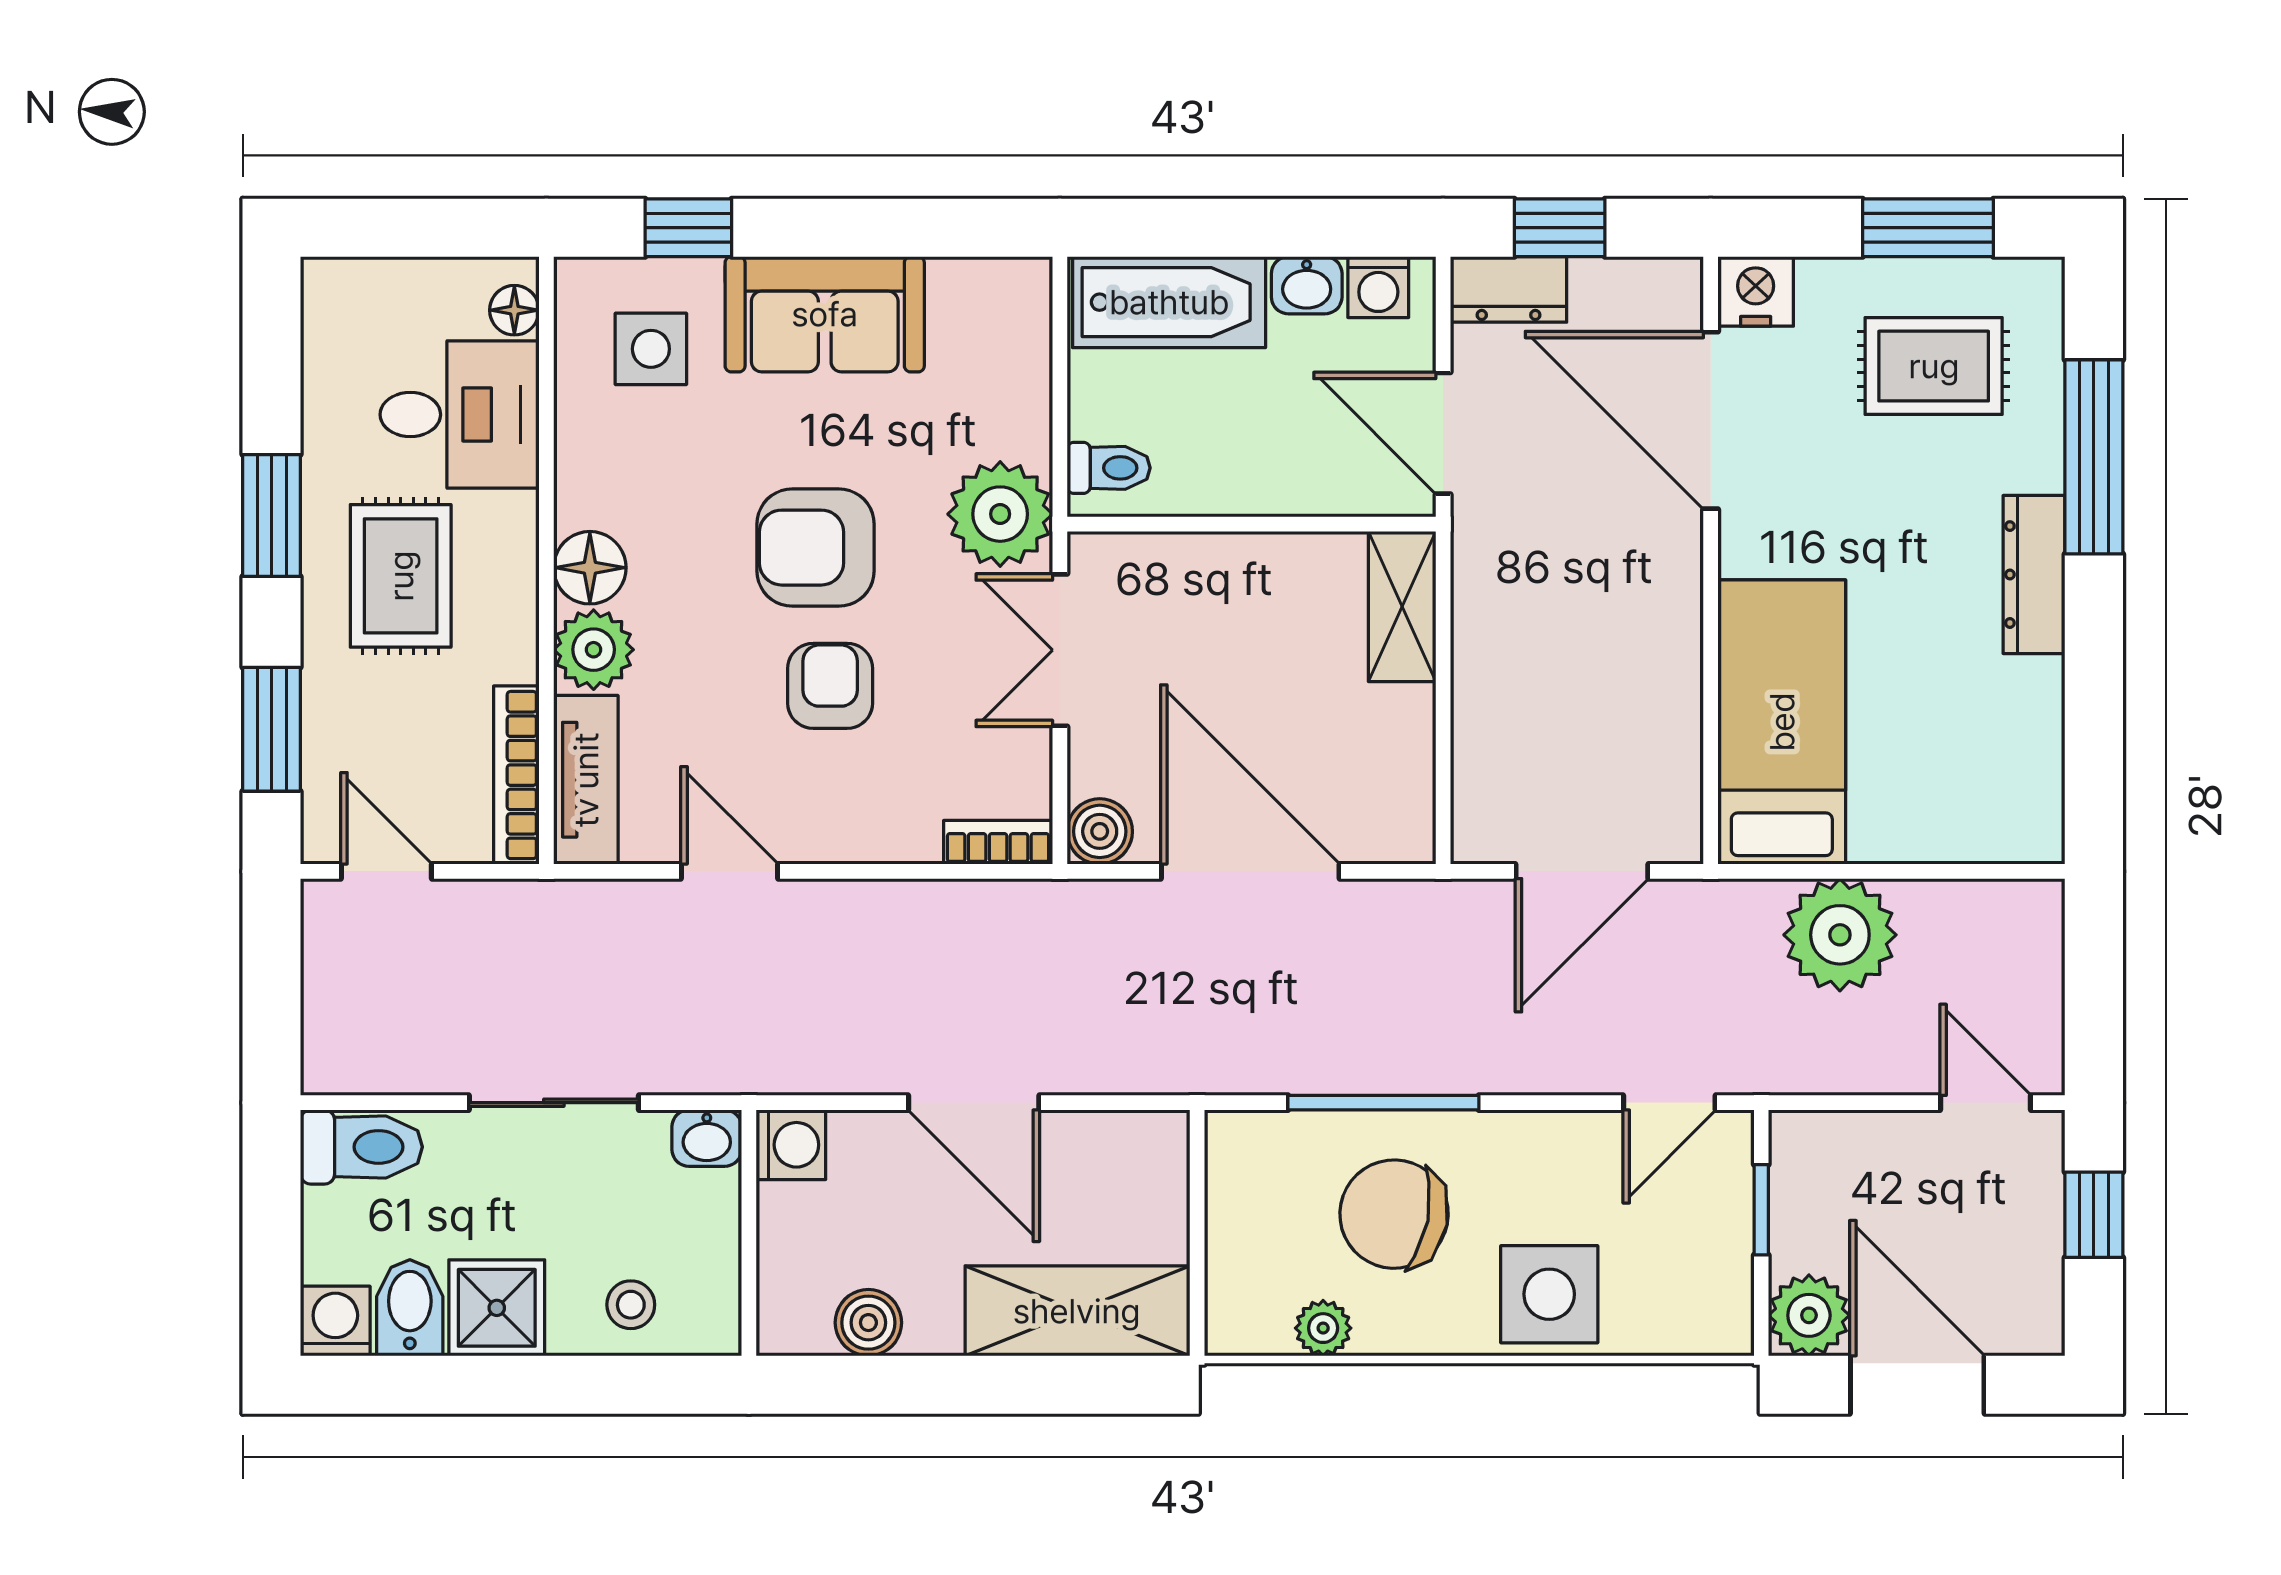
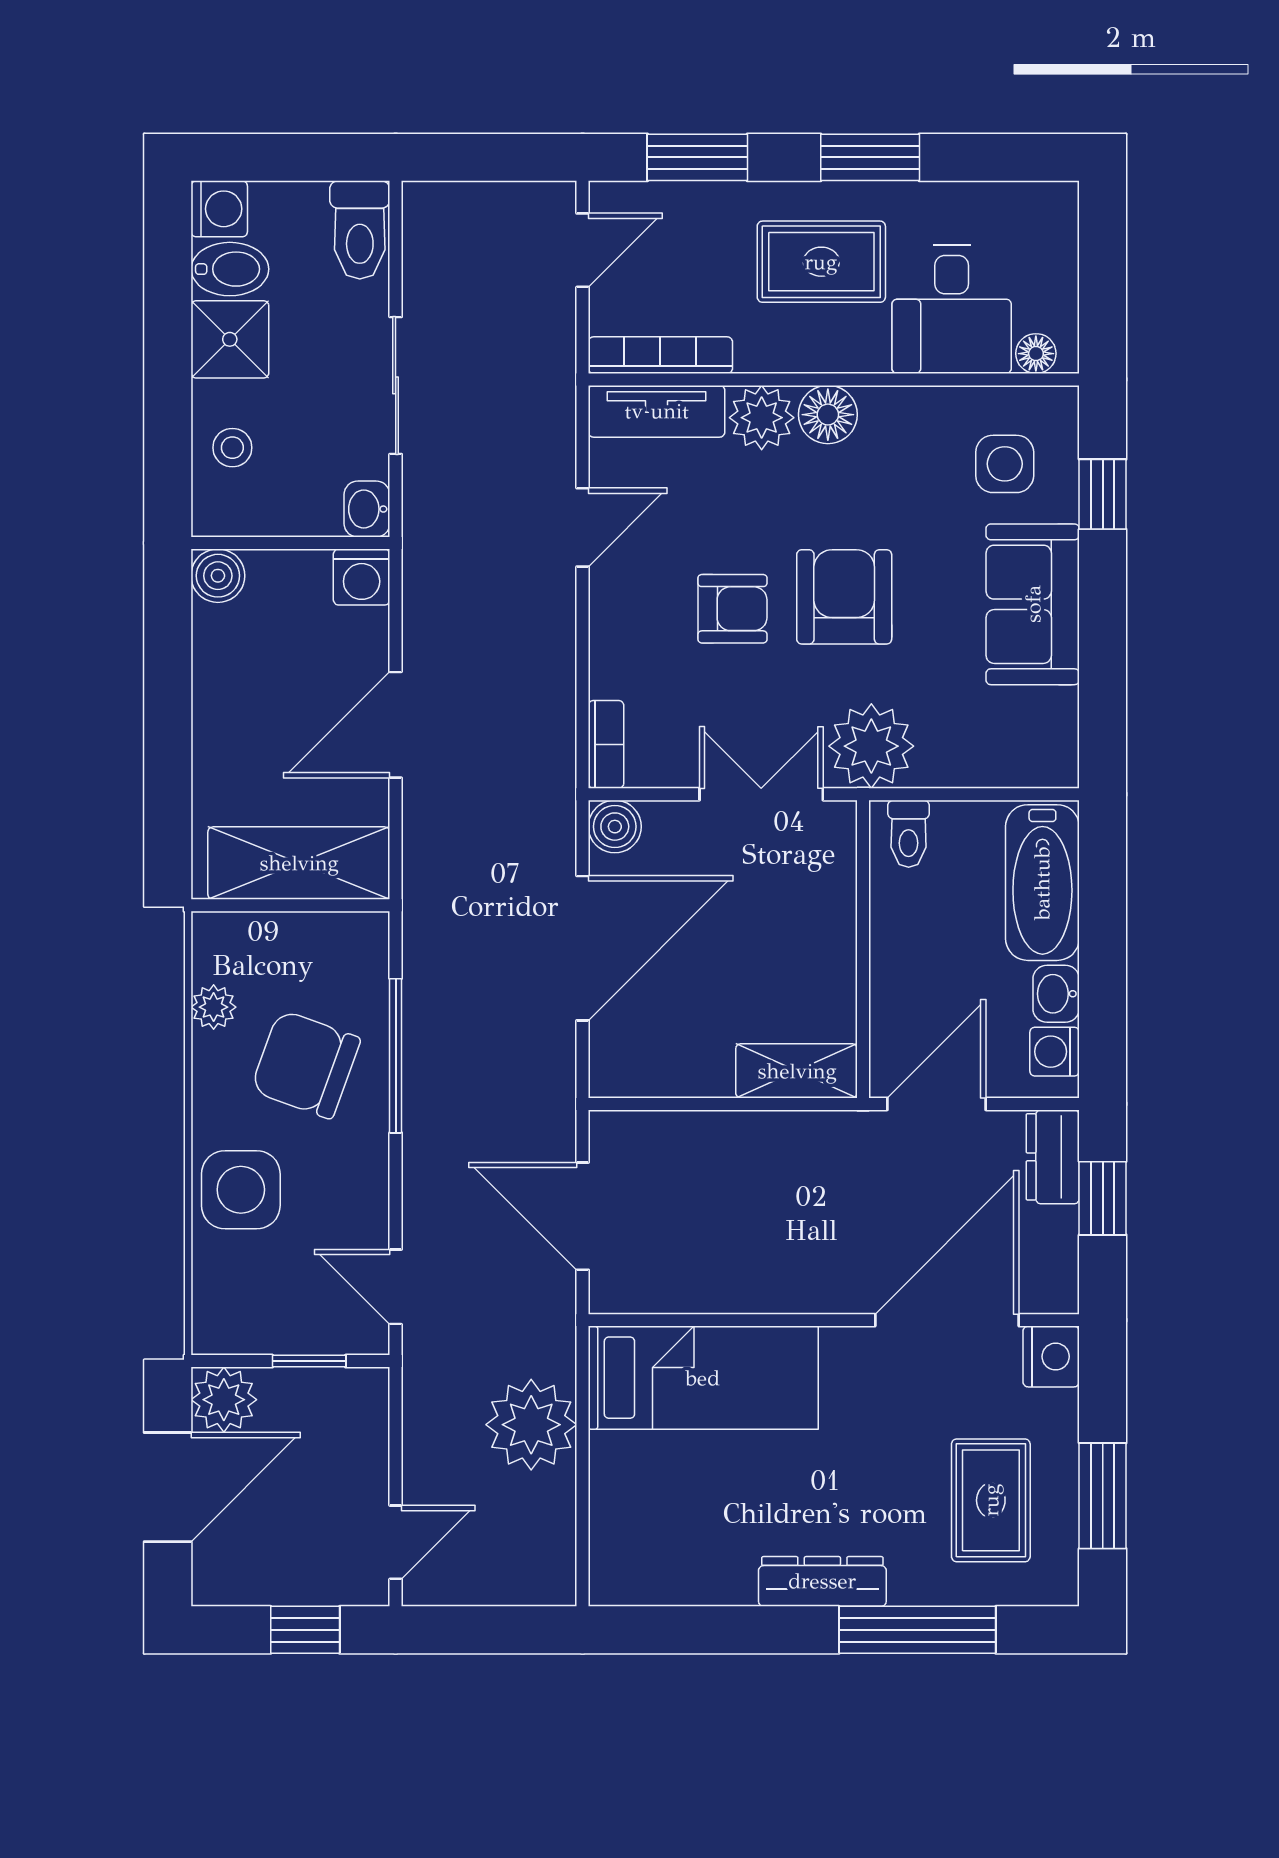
chair: (1394, 1214) -> (306, 1064), turned -81
shelving: (1077, 1311) -> (299, 863), moved, turned 90
boiler: (868, 1323) -> (218, 576), moved

